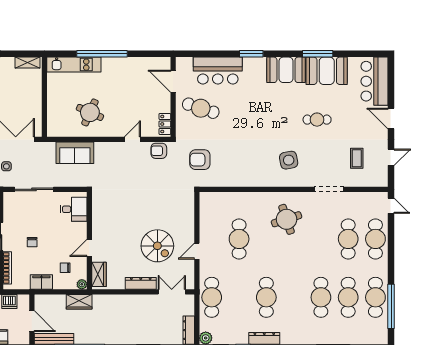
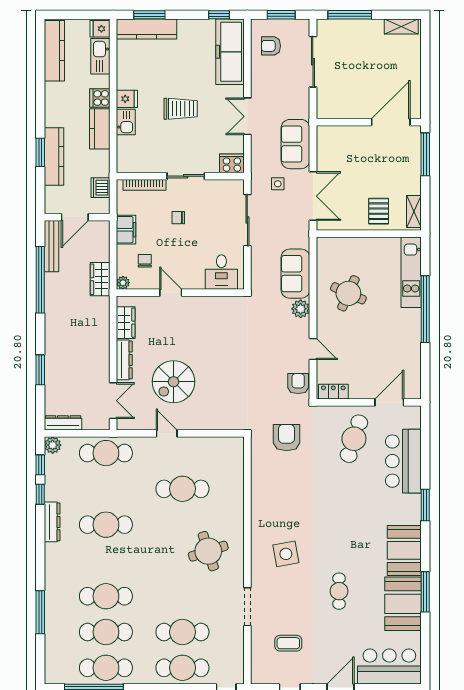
pallet: (27, 89) -> (379, 211), added
plant: (102, 149) -> (301, 309), added
wardrobe: (99, 274) -> (126, 323), moved, turned -90

